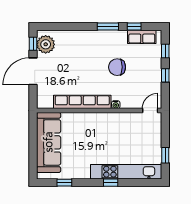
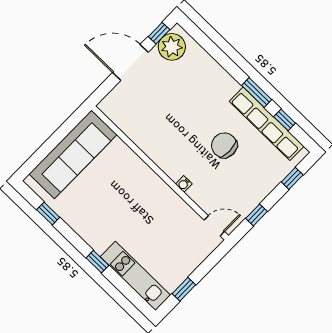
row of seats: (142, 37) -> (267, 124), width x2.02
window: (165, 75) -> (256, 215), moved
row of seats: (82, 102) -> (151, 146), removed
kitchen unit: (126, 172) -> (135, 276), width x0.73

